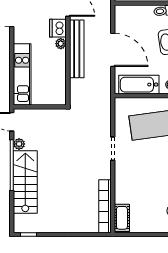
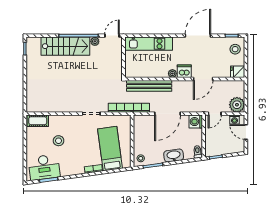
washing machine: (123, 13) -> (196, 122), added
bench: (77, 49) -> (149, 86), moved
bathtub: (139, 85) -> (141, 134), removed
stool: (148, 191) -> (59, 141), added
bookcase: (105, 206) -> (129, 108), moved

